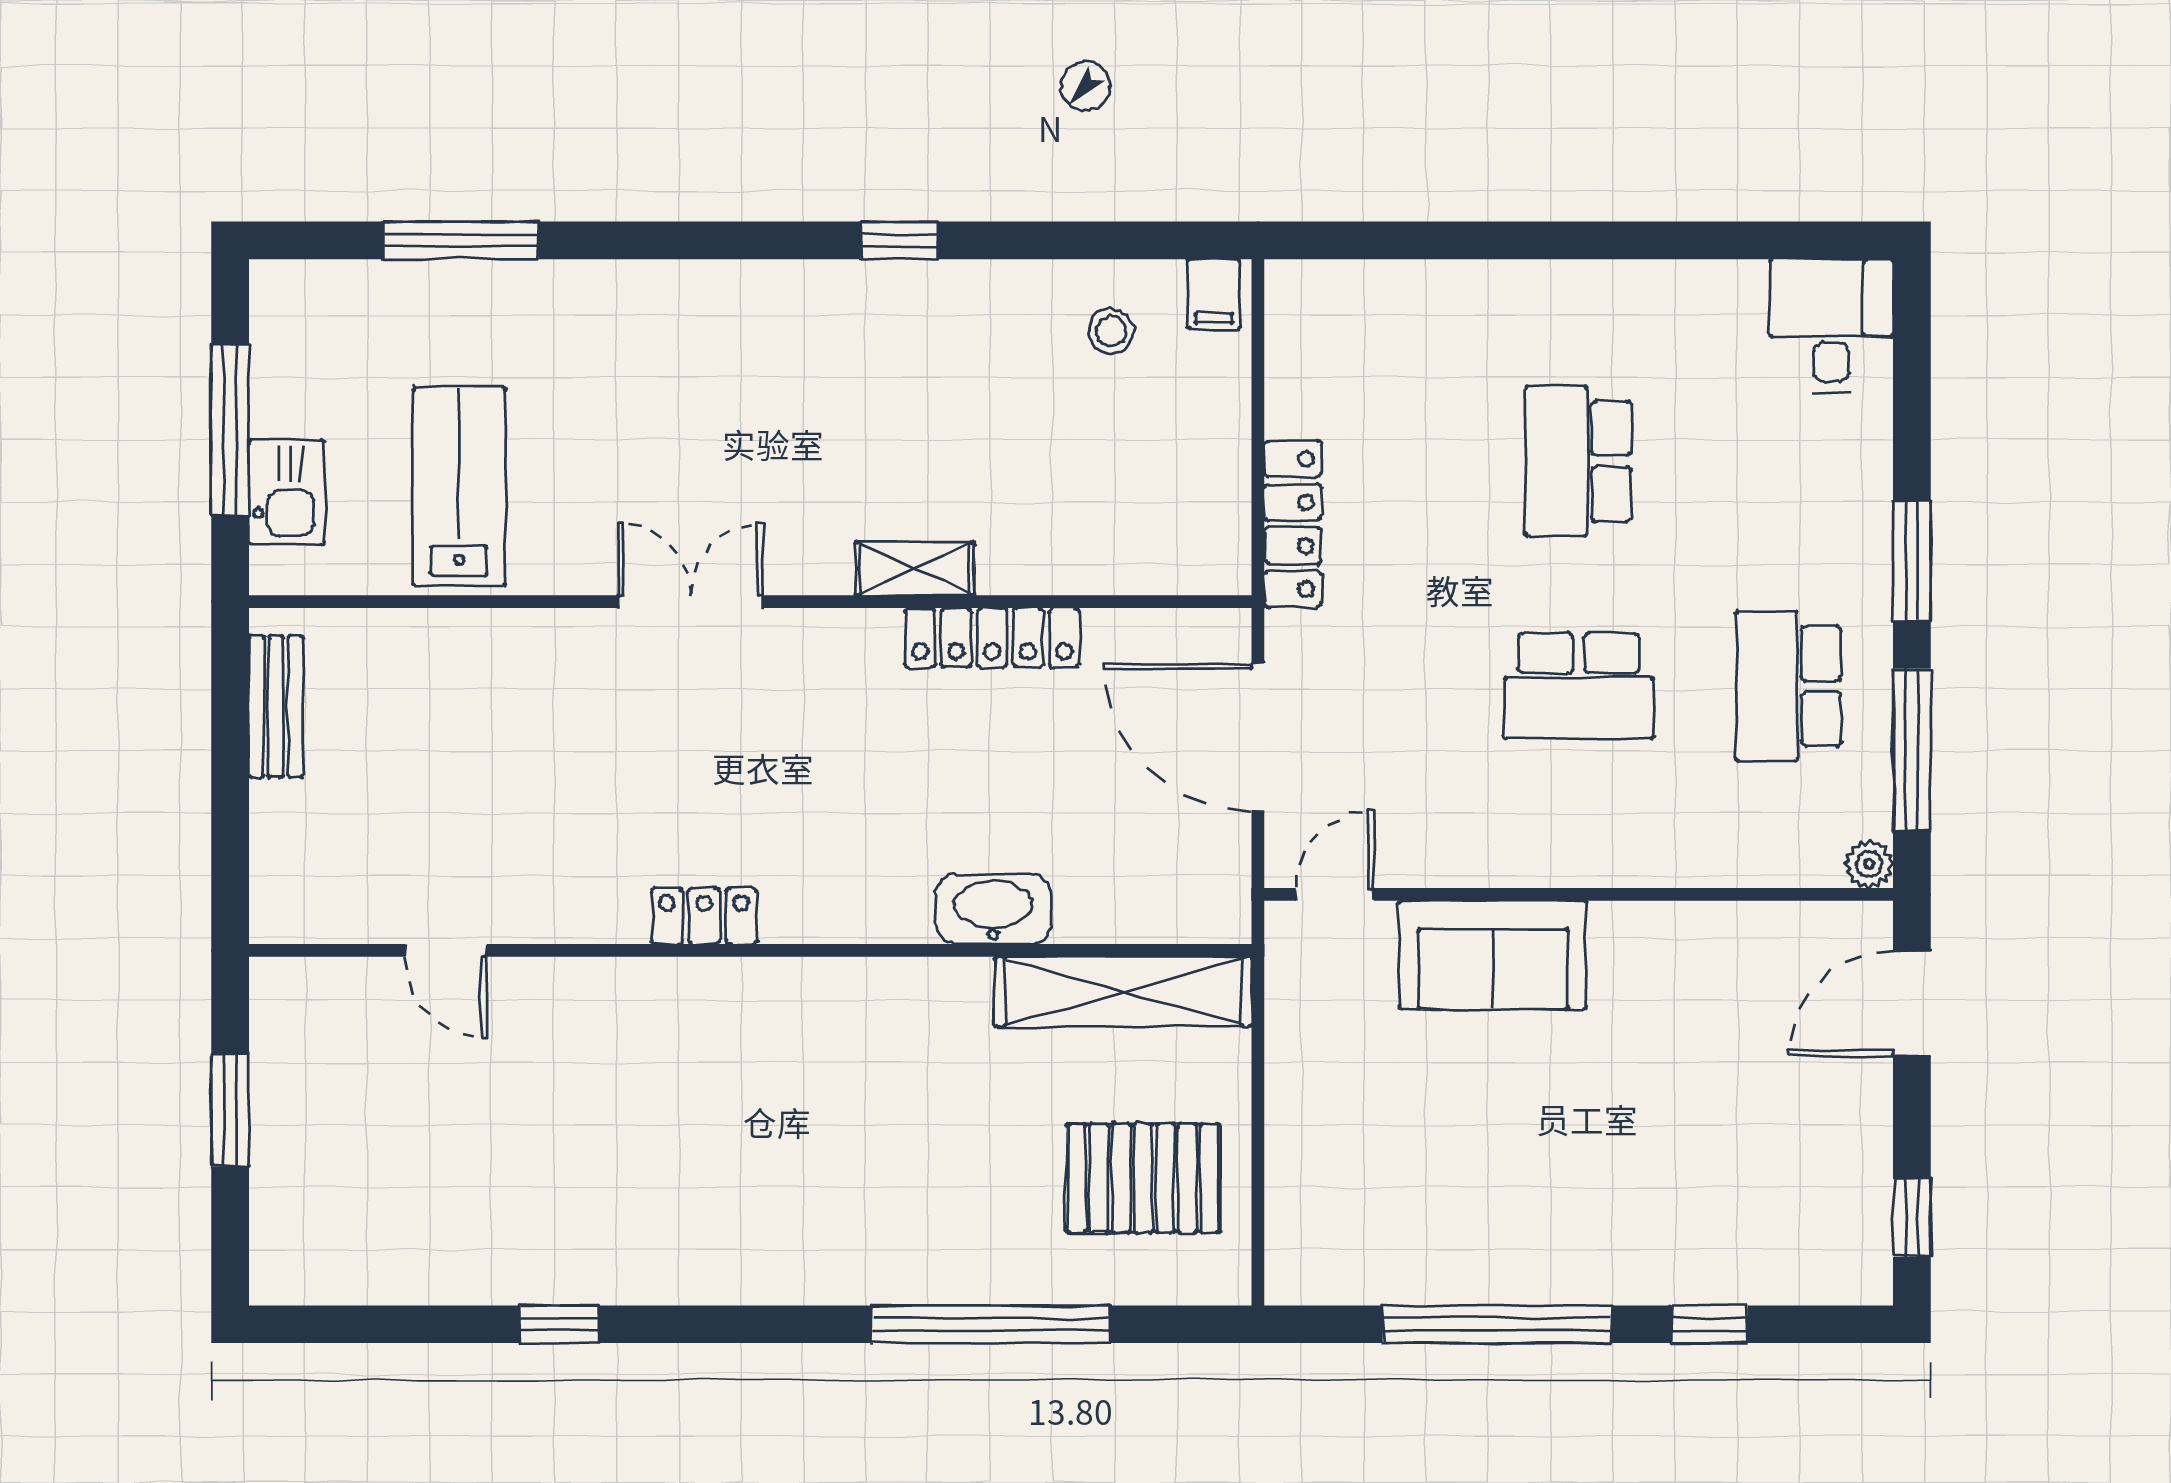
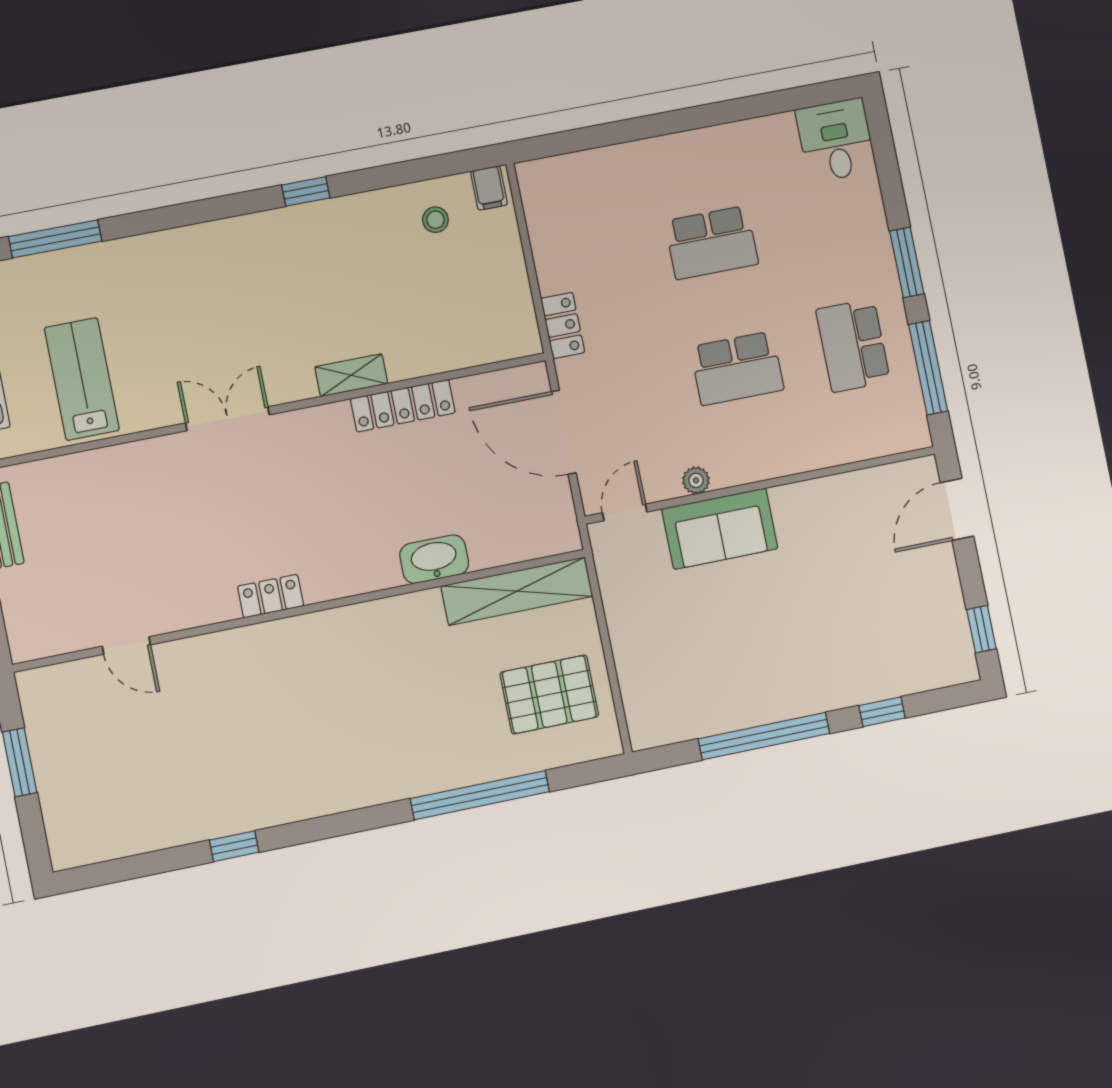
school desk: (1579, 461) -> (712, 243), turned -90
locker: (1293, 524) -> (563, 325), width x0.66
plant: (1869, 864) -> (696, 480), moved

